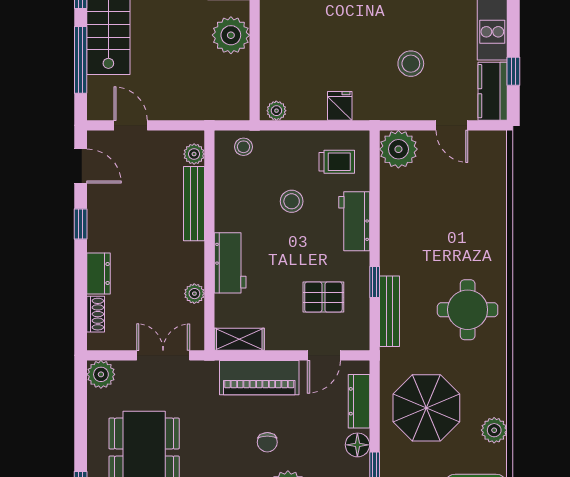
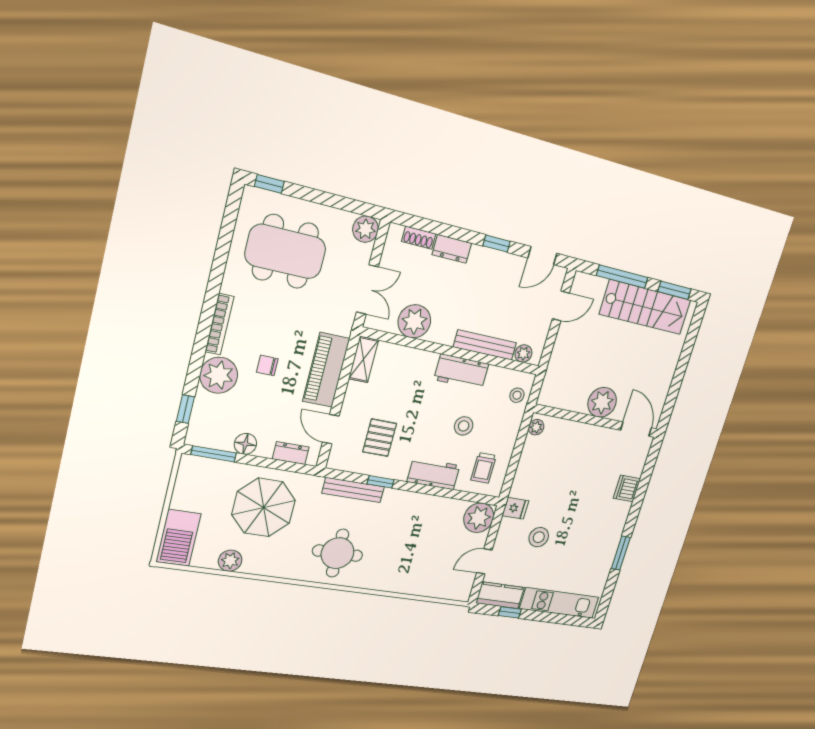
fridge: (340, 106) -> (515, 508), moved
workbench: (230, 263) -> (461, 372), moved
plant: (194, 294) -> (414, 321), width x1.87, depth x1.87
dresser: (359, 401) -> (291, 453), width x0.70

